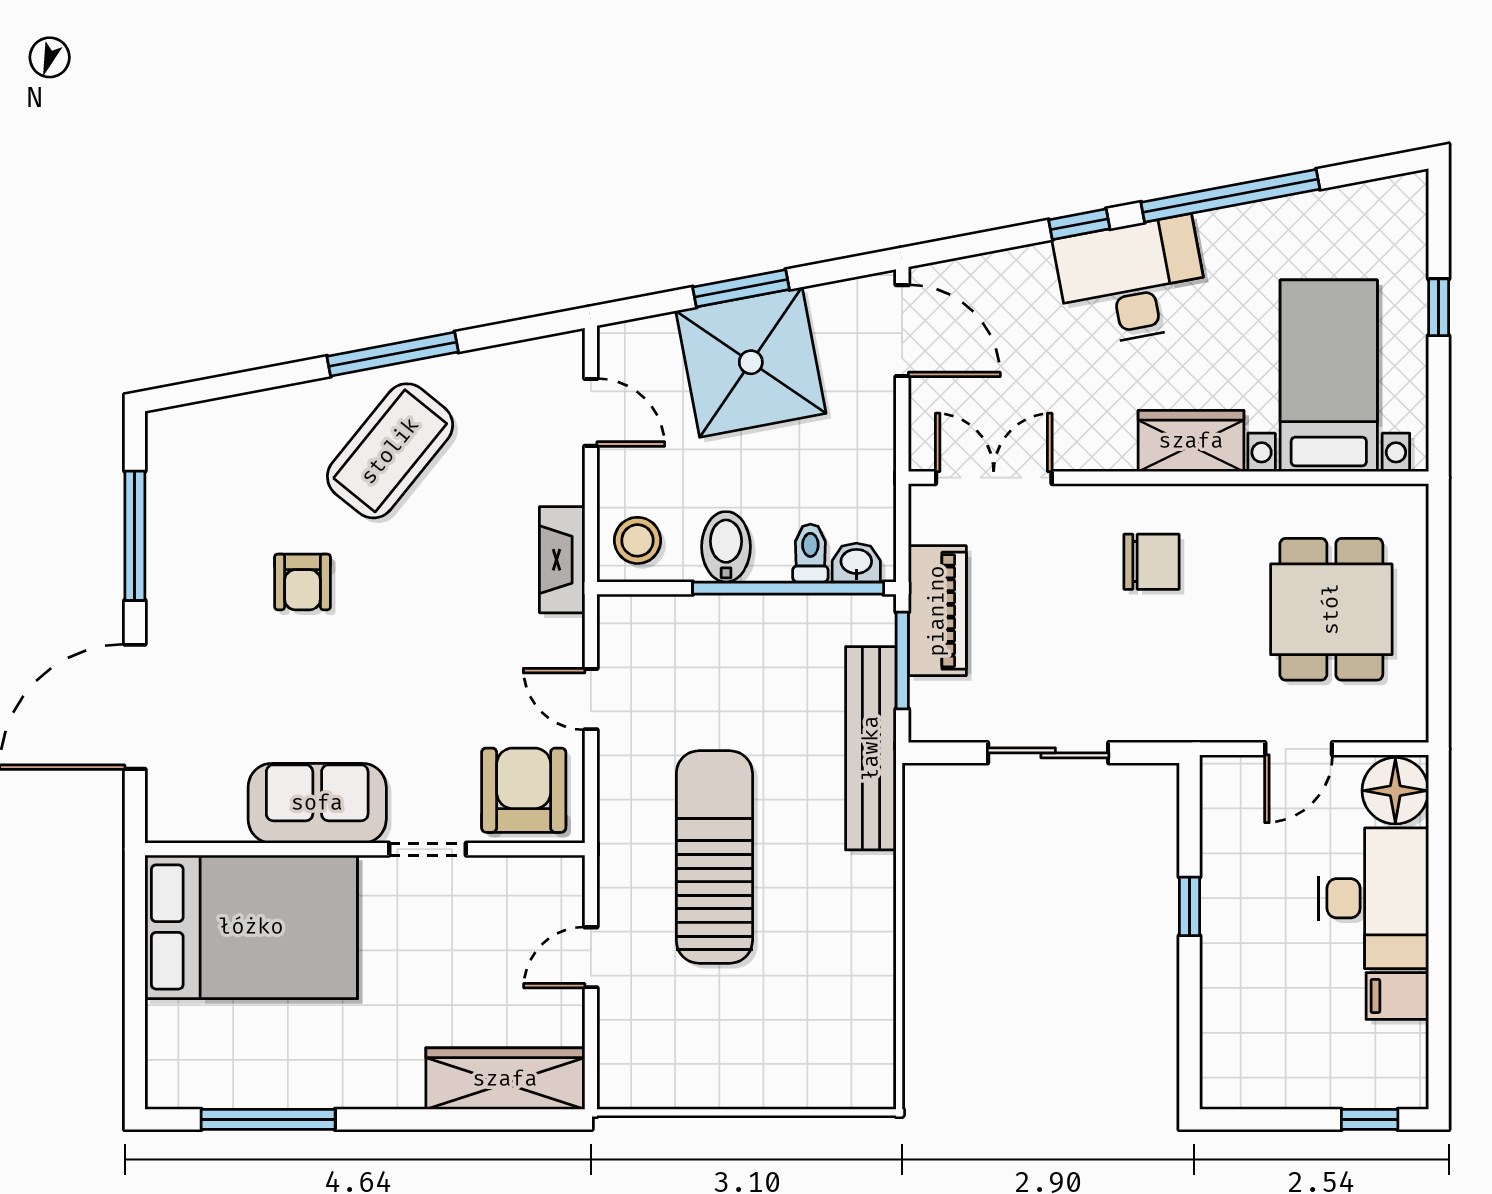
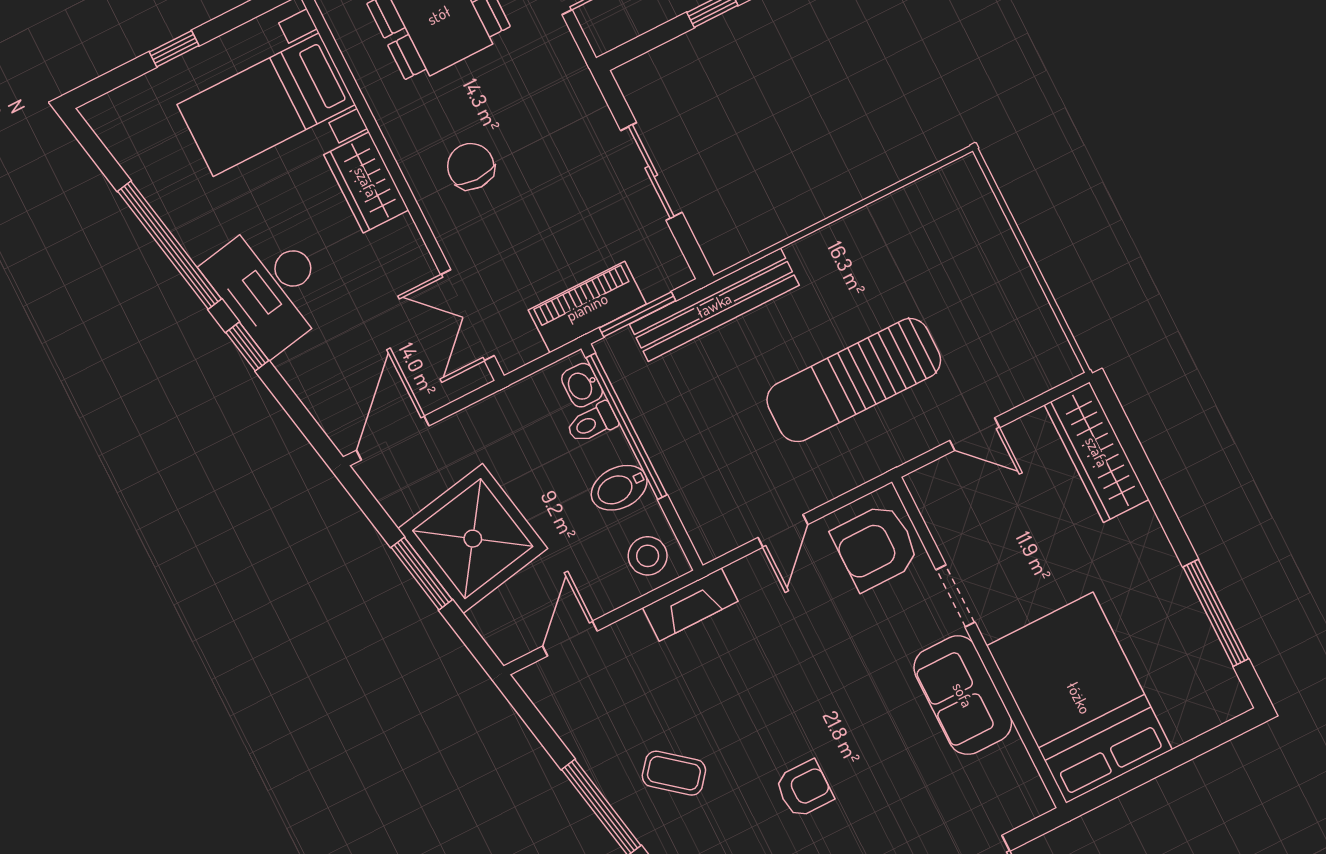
coffee table: (390, 451) -> (674, 773), width x0.54, depth x0.58

